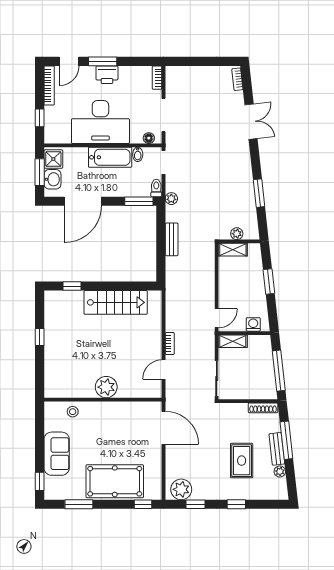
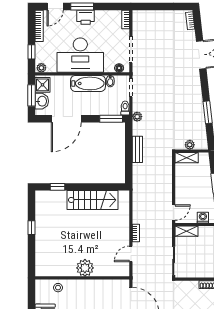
plant: (52, 138) -> (41, 68), added

